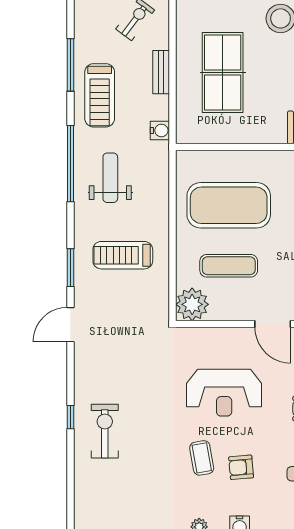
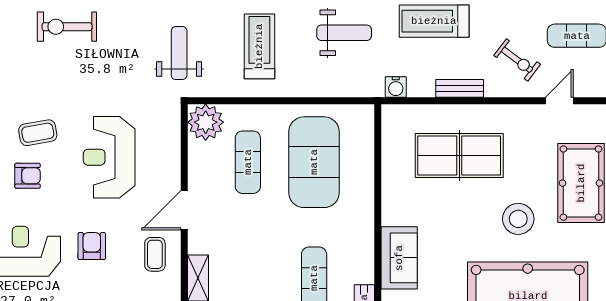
weight bench: (129, 329) -> (179, 53), added
exercise bike: (105, 431) -> (67, 27), turned 180
armchair: (241, 467) -> (28, 176), turned 95

